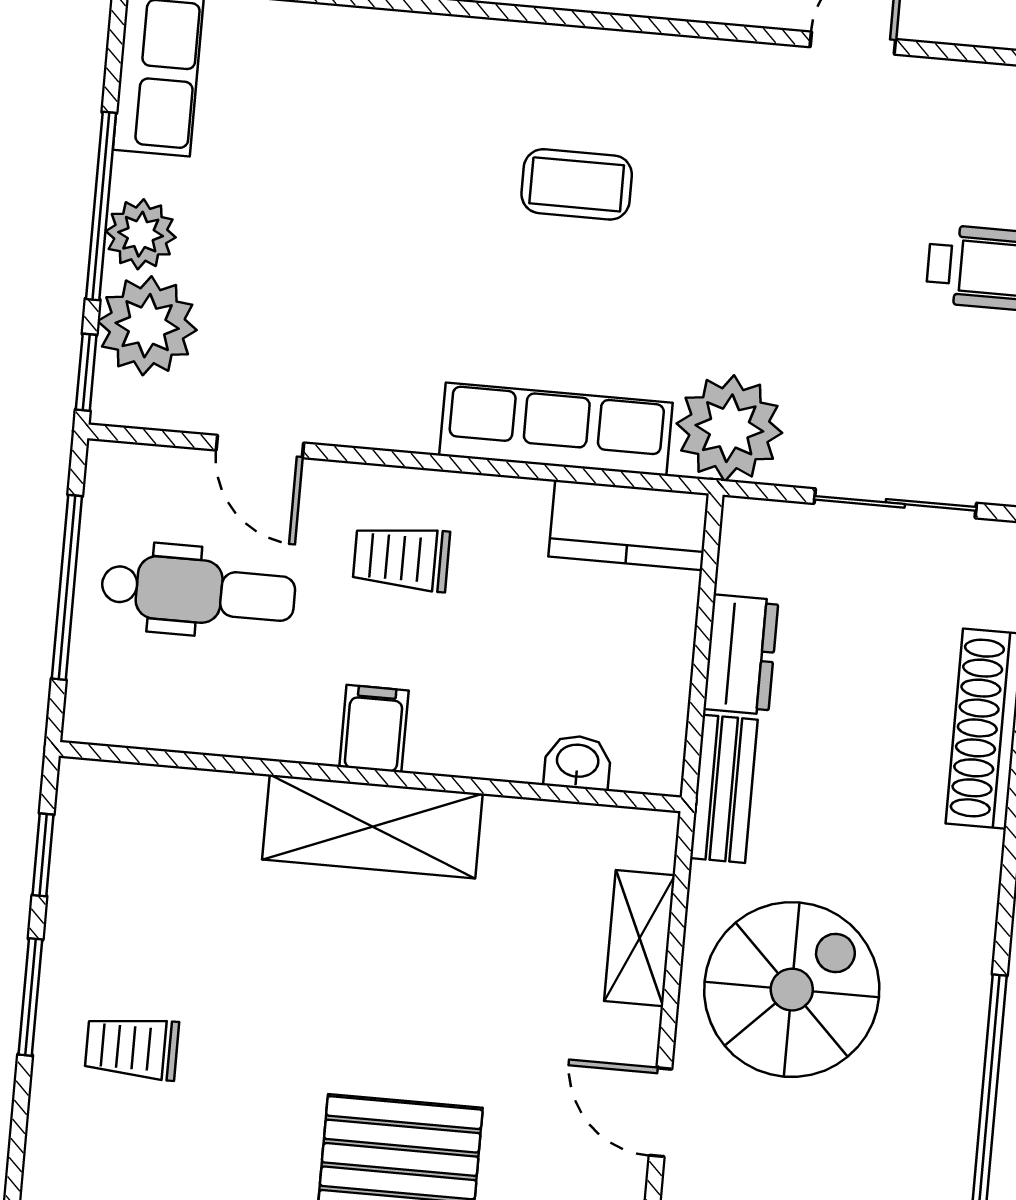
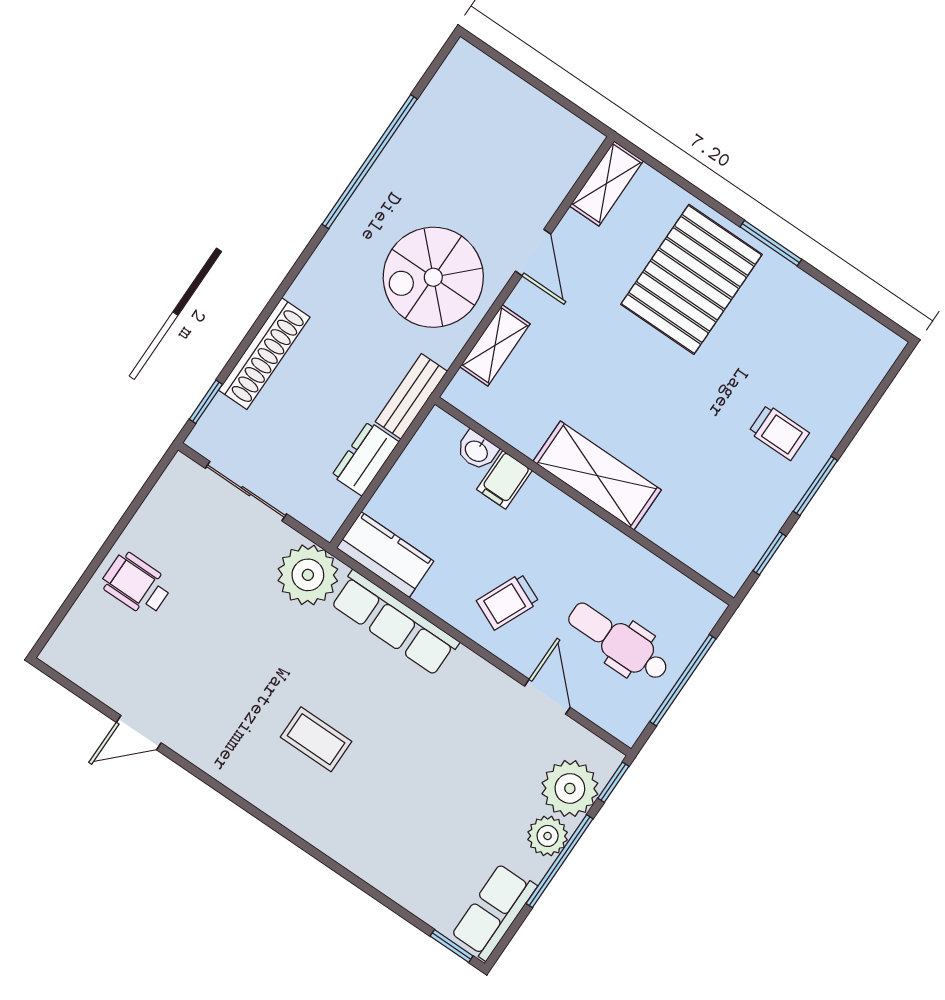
trolley: (401, 558) -> (508, 602), turned 114
filing cabinet: (374, 729) -> (504, 480), moved

